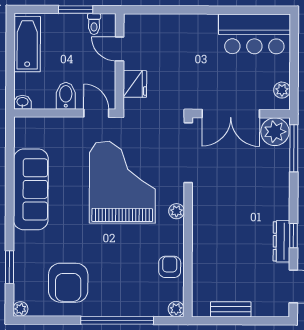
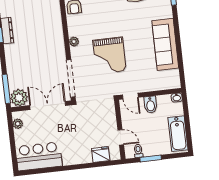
fridge: (135, 84) -> (101, 155), moved, turned 90
grand piano: (122, 182) -> (109, 55), width x0.73, depth x0.68

